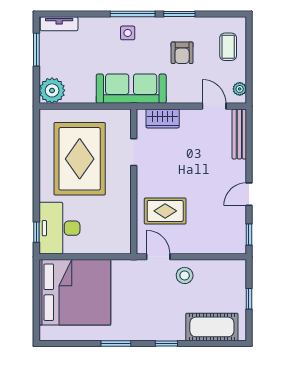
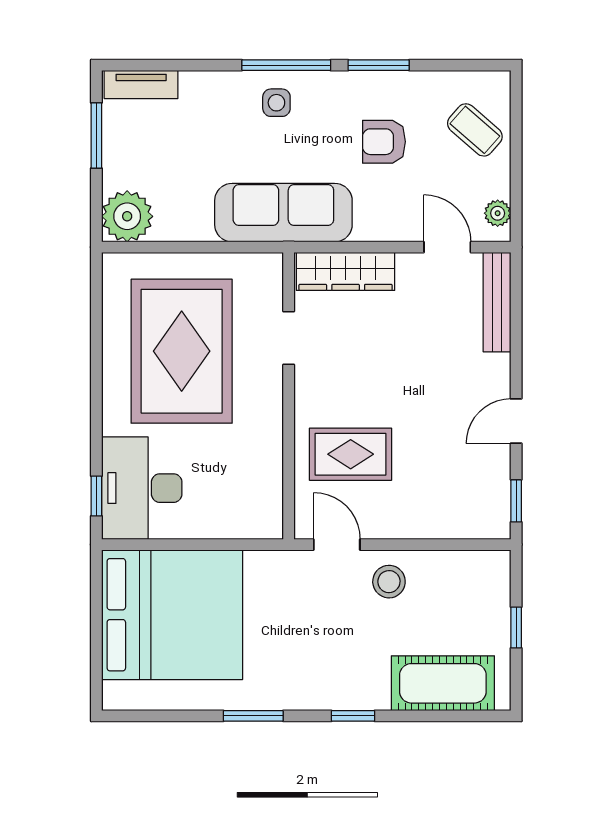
coffee table: (228, 47) -> (475, 130), turned -49
armchair: (182, 53) -> (384, 142), turned 90
wardrobe: (163, 118) -> (346, 271), width x1.50

